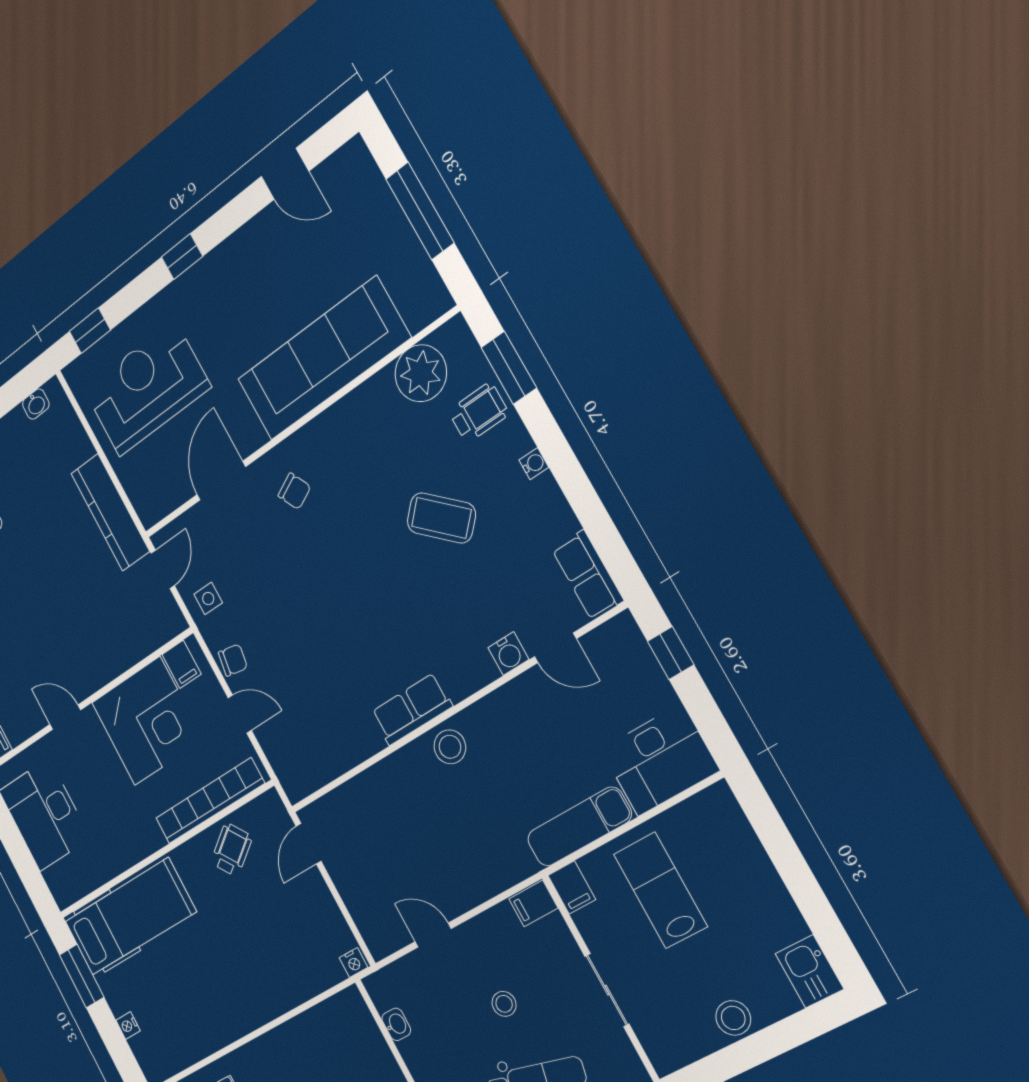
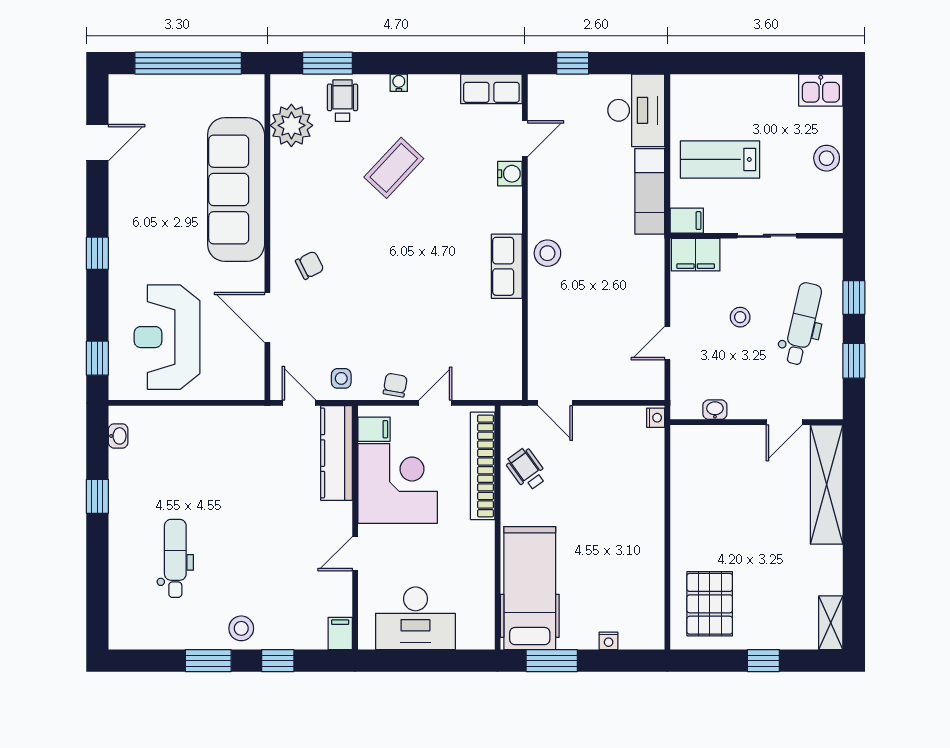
window: (420, 211) -> (188, 63), width x1.46
kitchen counter: (110, 512) -> (336, 453), moved, turned 90
filing cabinet: (533, 903) -> (696, 255), width x2.00

